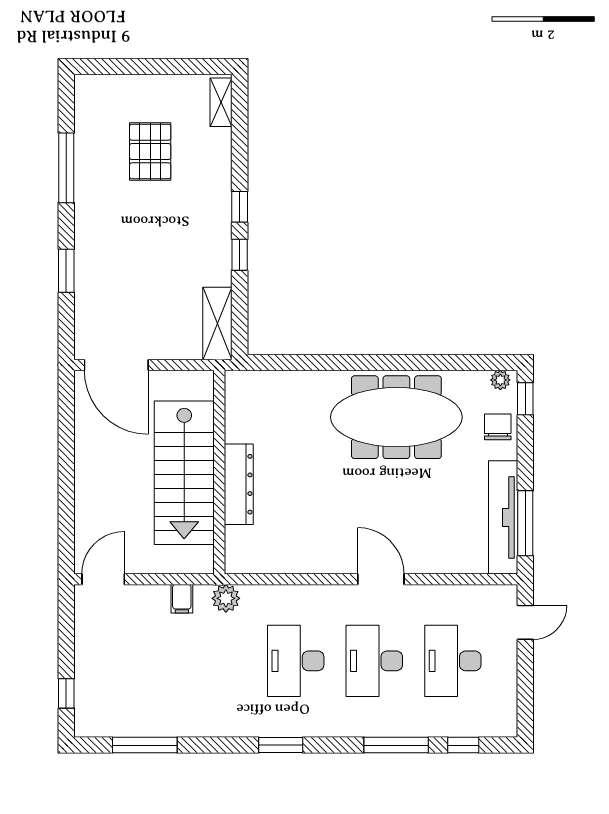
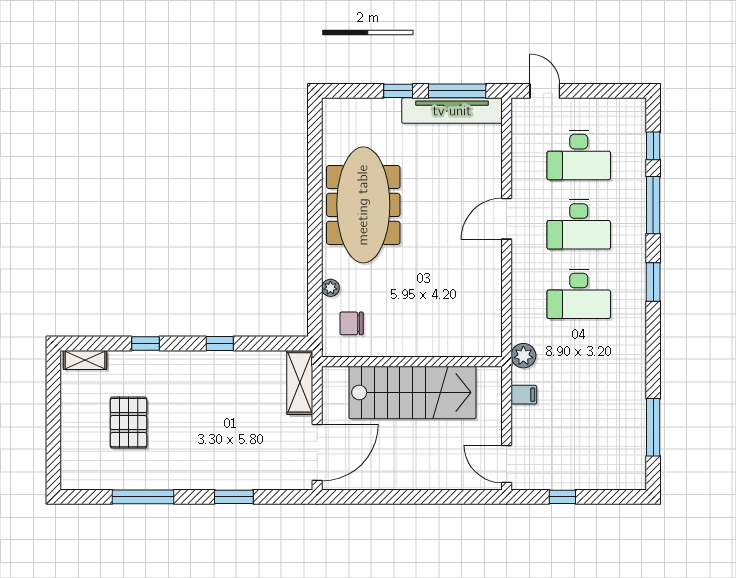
pallet: (150, 152) -> (129, 423), turned 90
window: (240, 207) -> (145, 343), moved
shelving: (217, 324) -> (300, 382), moved, turned 90
plant: (500, 380) -> (330, 288), moved
window: (525, 399) -> (398, 91), moved
chair: (498, 427) -> (352, 323), moved
dresser: (239, 484) -> (423, 344), removed
window: (66, 693) -> (562, 497), moved
window: (281, 745) -> (653, 282), moved

